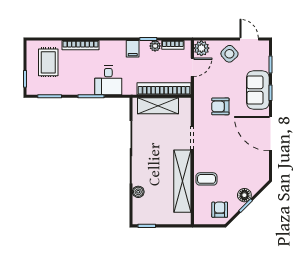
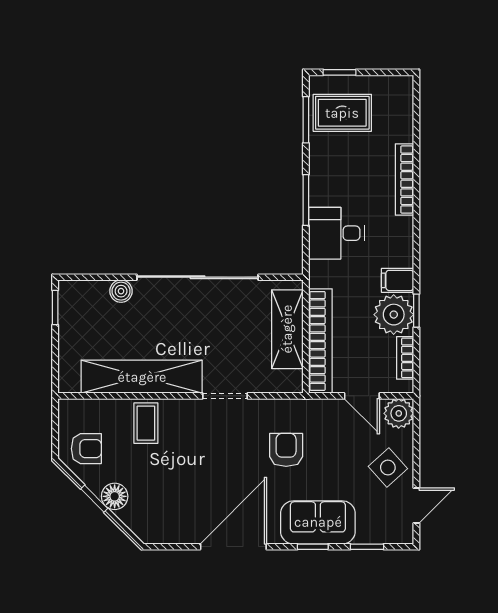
plant: (155, 46) -> (394, 315), width x1.87, depth x1.87
rug: (48, 62) -> (342, 113), moved

